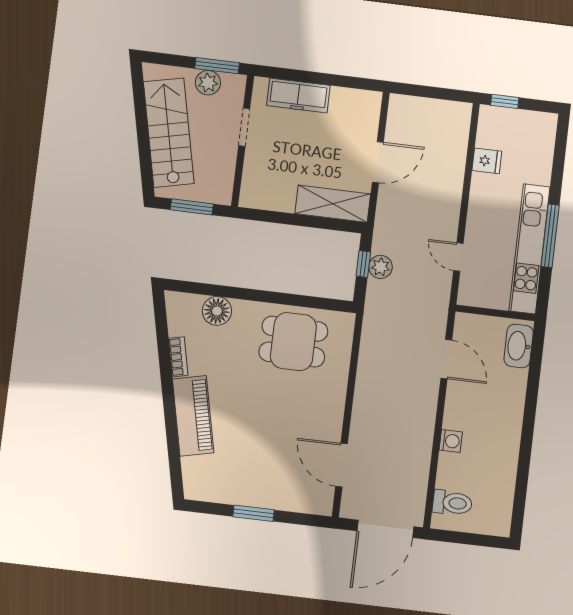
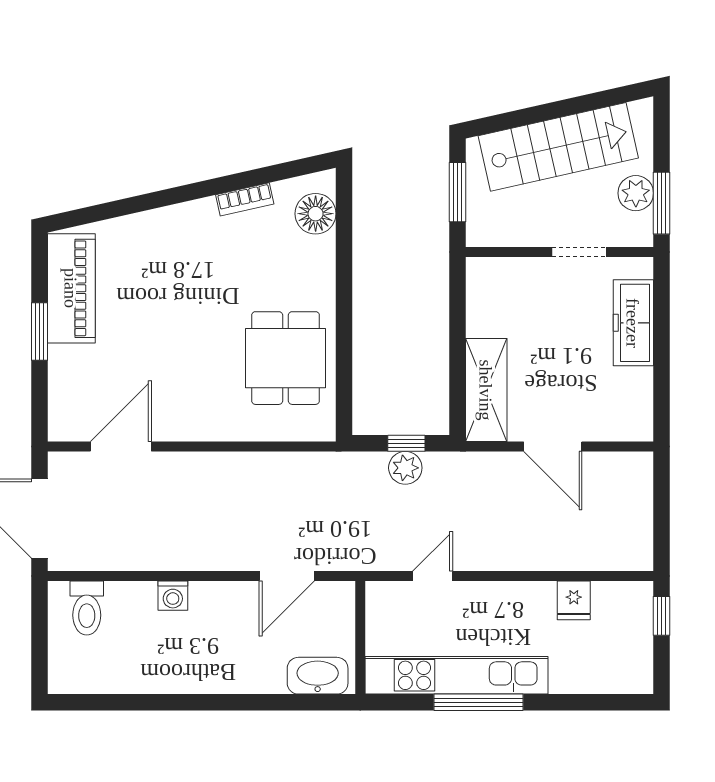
floor lamp: (217, 311) -> (316, 214), moved
piano: (193, 416) -> (71, 288), moved, turned -77

